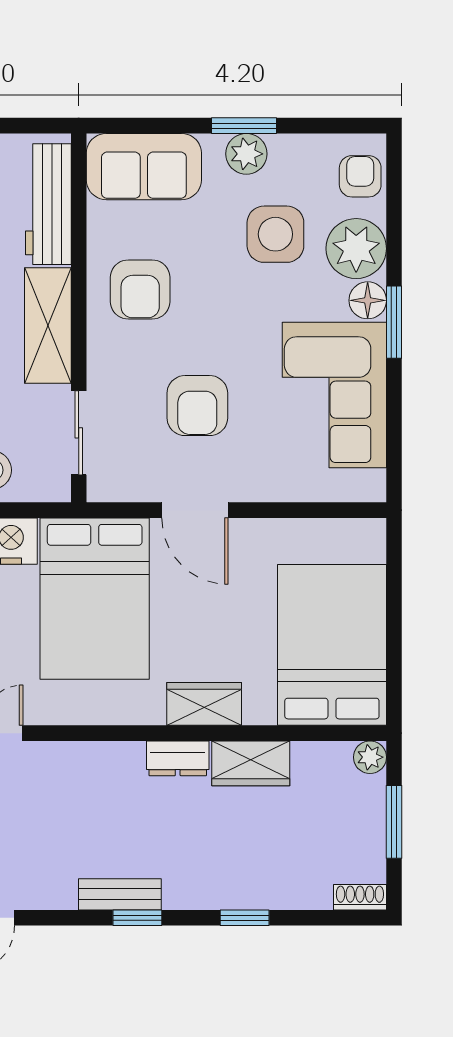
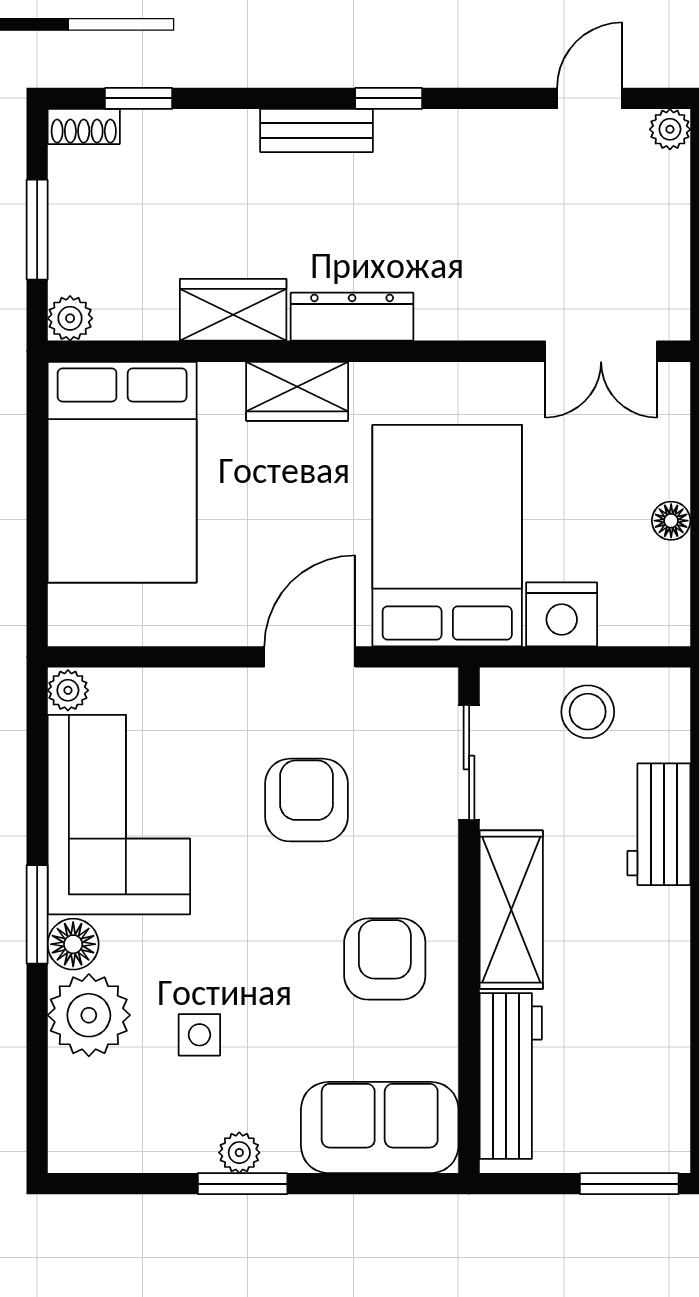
plant: (246, 154) -> (239, 1153), width x0.73, depth x0.73
armchair: (360, 176) -> (83, 1114), removed
side table: (275, 234) -> (199, 1035), width x0.54, depth x0.54
plant: (371, 486) -> (68, 690), added
door: (195, 510) -> (310, 657), hinge flipped
dresser: (178, 758) -> (352, 317), width x1.44
bench: (120, 894) -> (317, 130), moved
window: (245, 918) -> (139, 98), moved

